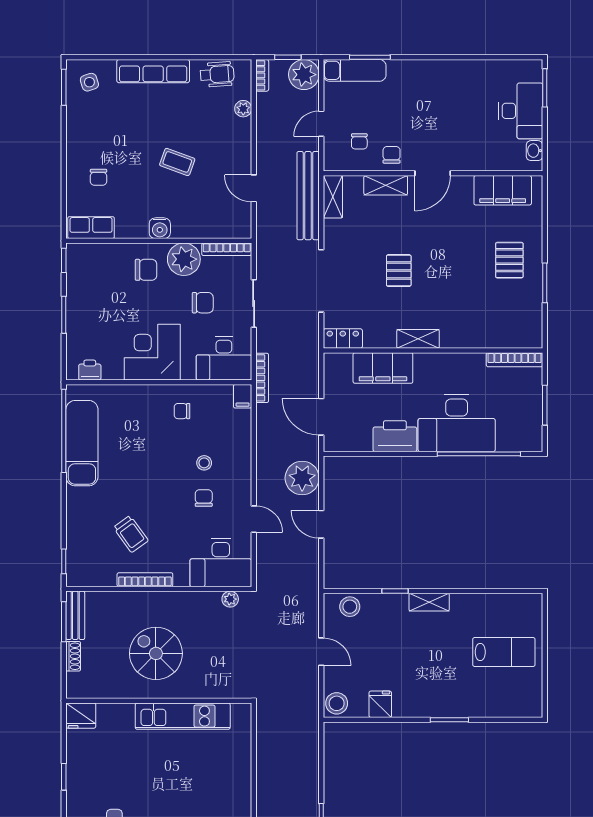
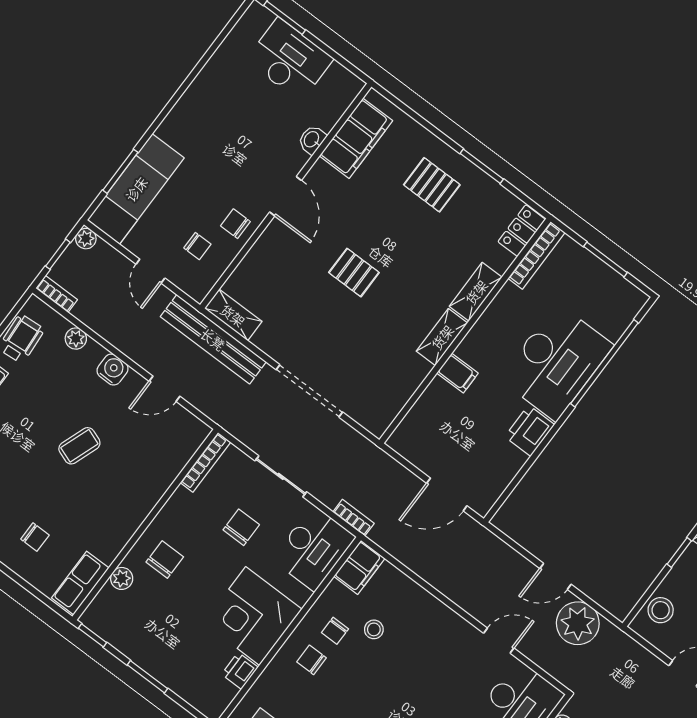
exam couch: (355, 70) -> (136, 189), width x1.36, depth x1.45
plant: (304, 75) -> (86, 239), width x0.53, depth x0.53
washbasin: (534, 151) -> (312, 140), moved, turned 90
shelving: (386, 185) -> (476, 292), moved
water cooler: (160, 228) -> (113, 370), moved, turned -90
plant: (184, 259) -> (122, 578), moved, width x0.53, depth x0.53
pallet: (399, 271) -> (354, 273), moved
locker: (343, 339) -> (522, 231), moved
filing cabinet: (383, 368) -> (457, 373), width x0.33, depth x0.86
printer: (90, 370) -> (240, 671), moved
bookcase: (262, 378) -> (353, 518), width x0.64
filing cabinet: (243, 396) -> (359, 567), width x2.00
printer: (395, 436) -> (530, 431), width x0.73, depth x0.84
stool: (204, 463) -> (374, 629), moved
plant: (302, 478) -> (578, 623), moved
chair: (204, 498) -> (311, 660), moved

